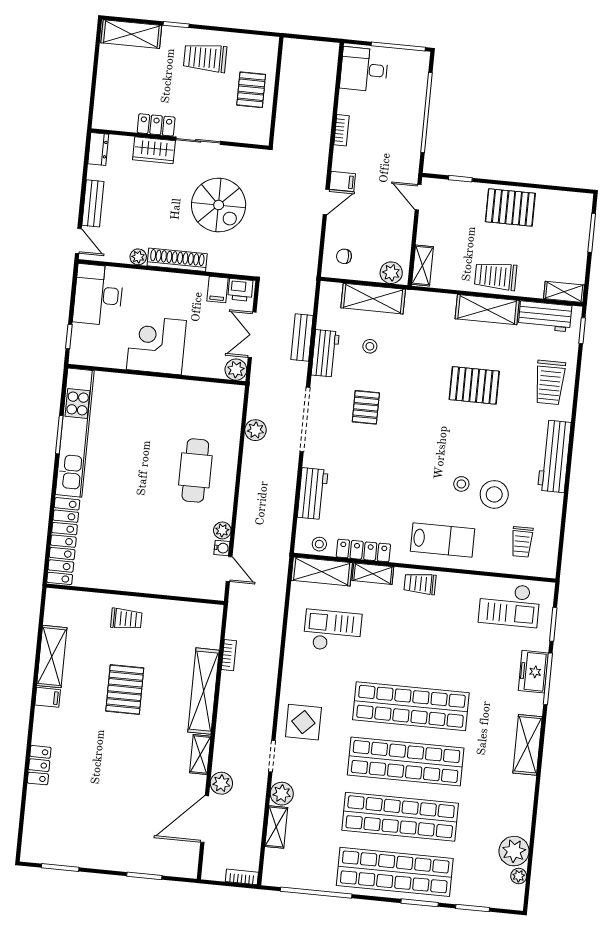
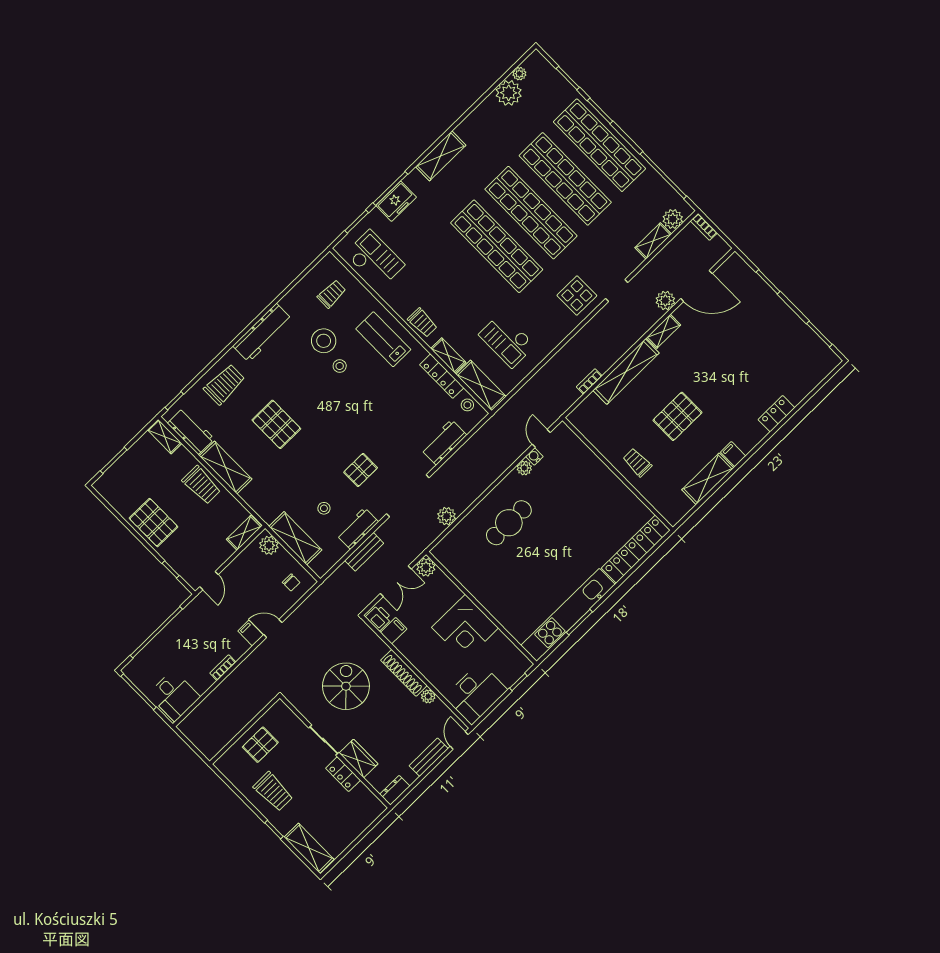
plant: (282, 794) -> (673, 219), moved

